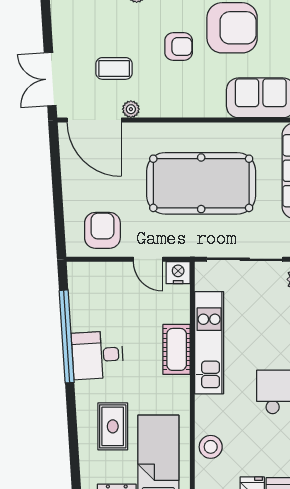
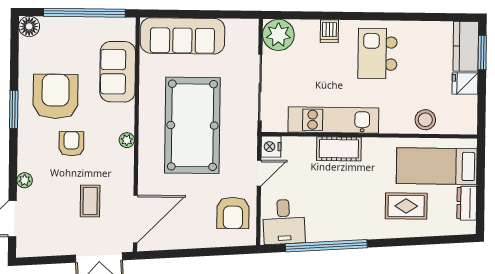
plant: (131, 109) -> (127, 140), moved
armchair: (102, 230) -> (233, 213), turned -90
desk: (98, 355) -> (284, 222), moved

